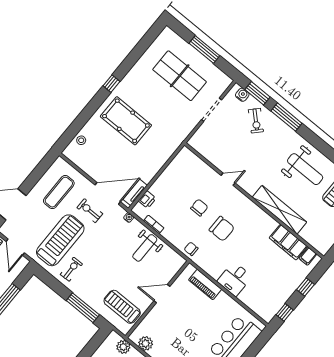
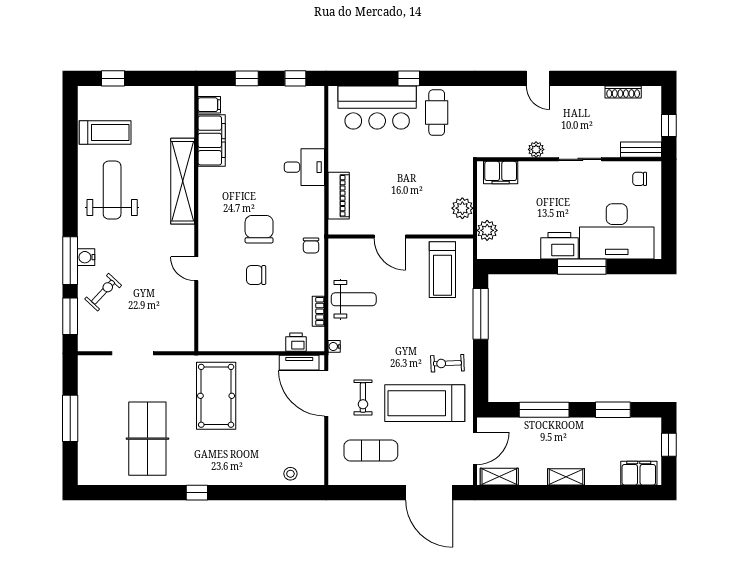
table tennis table: (180, 76) -> (147, 439), moved
water cooler: (242, 95) -> (86, 257), moved
pool table: (126, 121) -> (216, 396), moved

